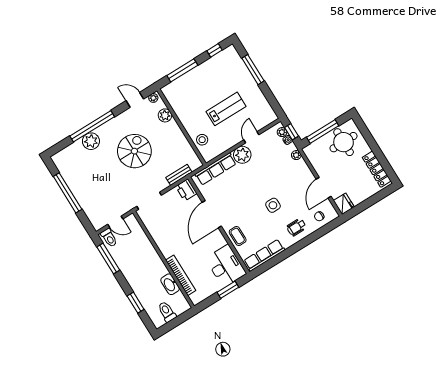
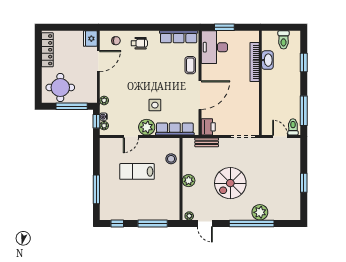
plant: (165, 115) -> (189, 181), moved
window: (68, 193) -> (304, 183), width x0.47
side table: (273, 205) -> (155, 105), moved

